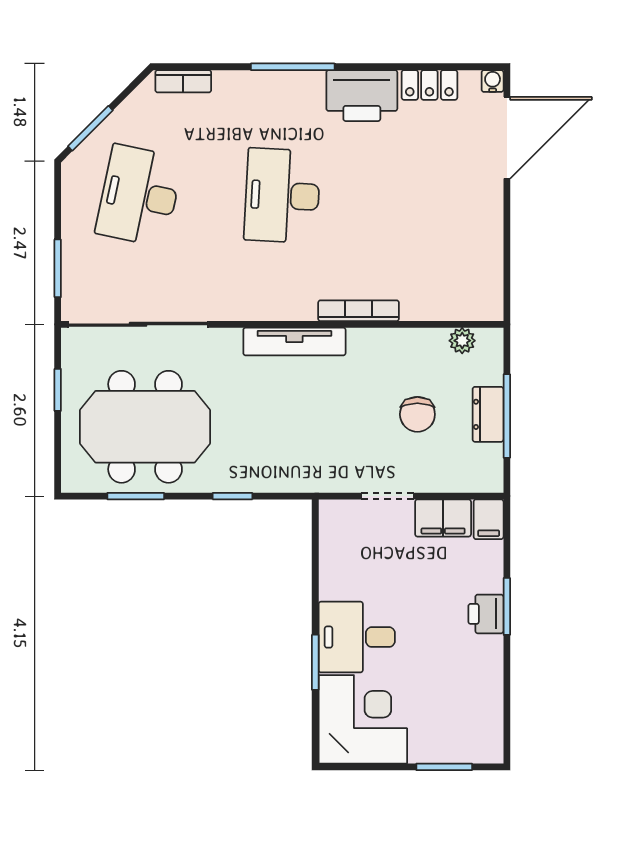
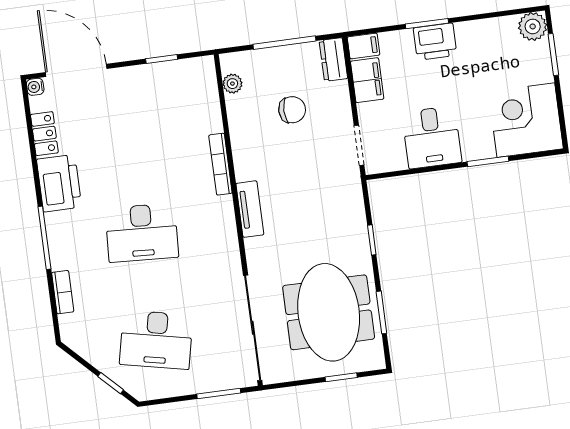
bookcase: (183, 81) -> (63, 292), moved
window: (90, 128) -> (111, 383), width x0.67
window: (507, 252) -> (162, 59), added
tv unit: (294, 342) -> (250, 209), width x0.71
window: (58, 390) -> (341, 377), moved
dresser: (488, 414) -> (333, 60), moved, turned 90
doorway: (388, 496) -> (359, 145), moved
printer: (486, 614) -> (435, 42), width x1.36, depth x1.24
desk: (357, 637) -> (432, 137), moved
plant: (485, 745) -> (533, 26), added

